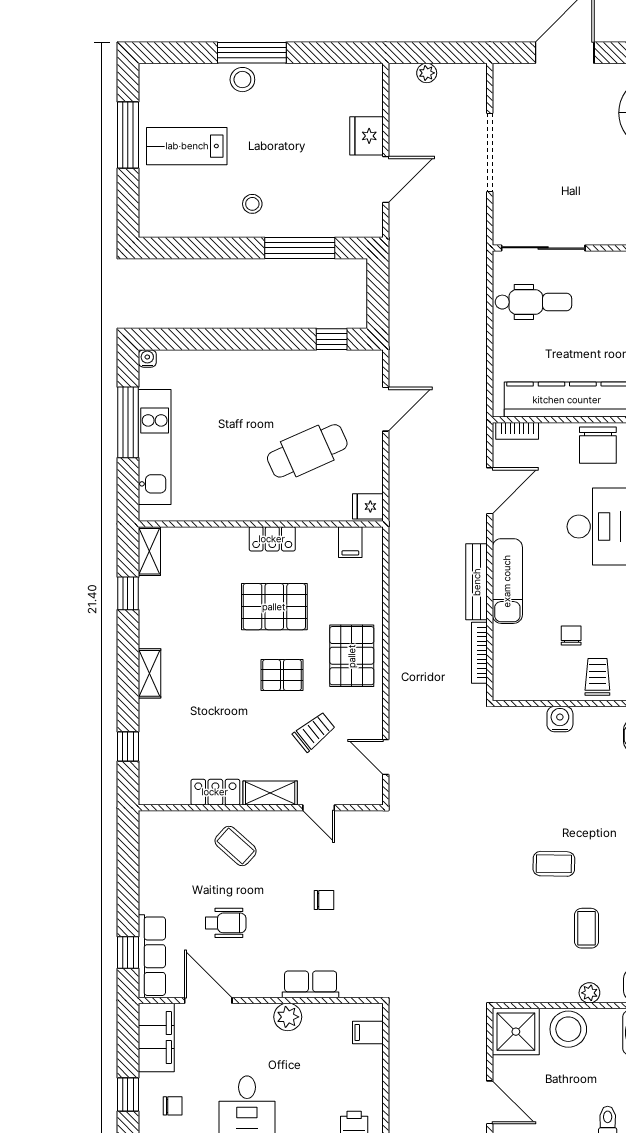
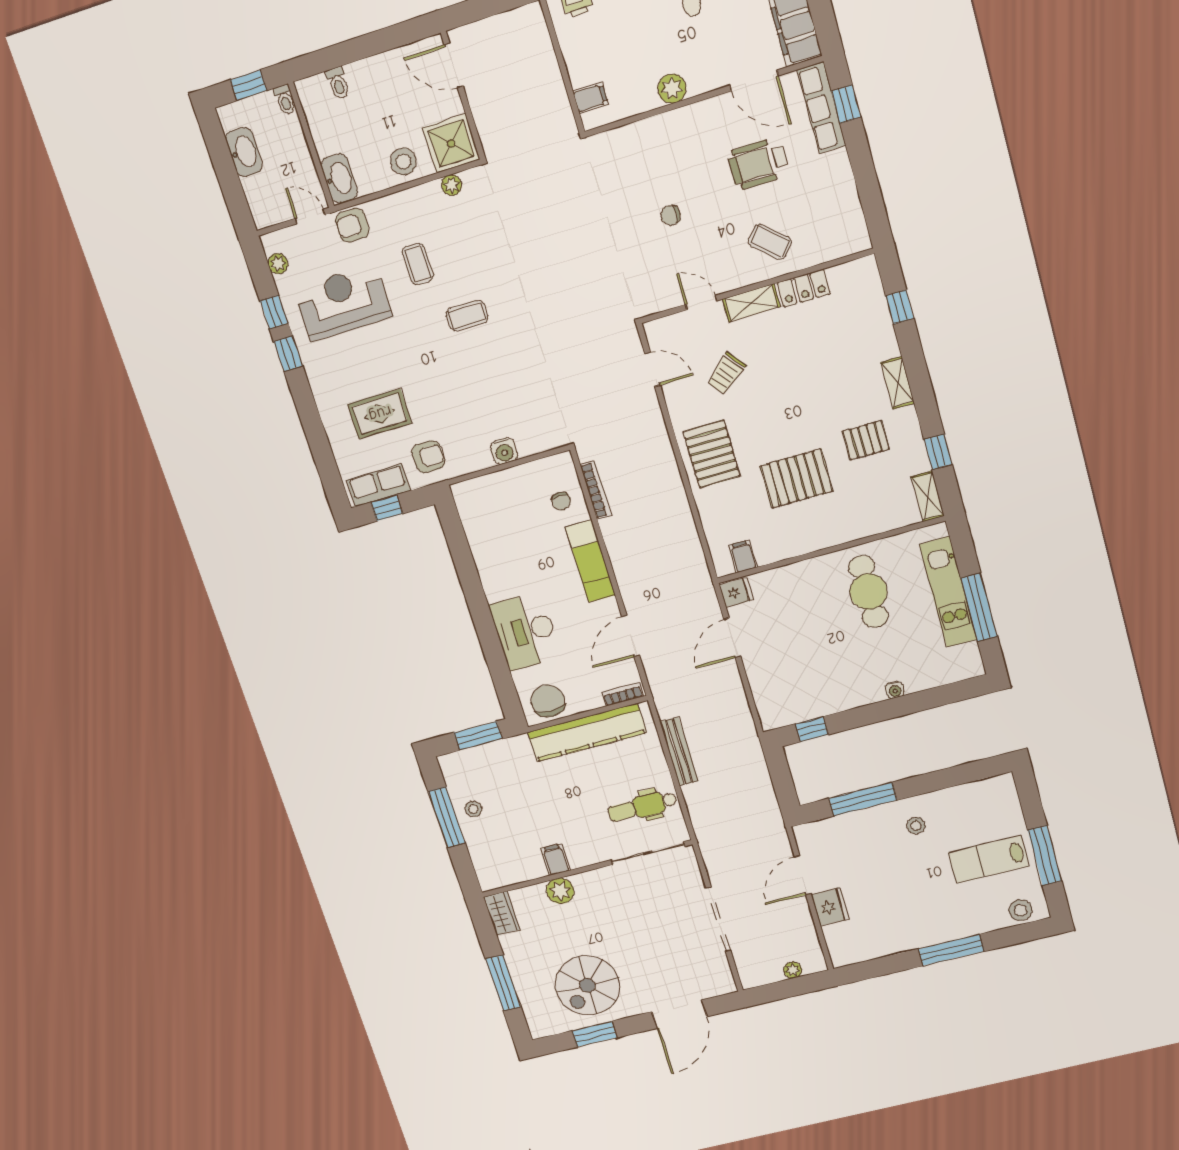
stool: (242, 80) -> (1020, 910), moved
lab bench: (187, 146) -> (989, 859), turned 180
water cooler: (147, 358) -> (895, 690), moved
door: (386, 409) -> (732, 638), moved
cafe table: (307, 451) -> (868, 592), moved, turned -66
locker: (272, 539) -> (816, 539), removed
bench: (477, 582) -> (679, 751), moved
chair: (571, 635) -> (561, 501), moved
pallet: (282, 675) -> (866, 440), moved
trolley: (597, 677) -> (483, 499), removed
wheelchair: (226, 923) -> (759, 163), width x1.36, depth x1.37
row of seats: (311, 984) -> (659, 128), removed
plant: (589, 993) -> (452, 185), moved
stool: (568, 1029) -> (403, 162), width x0.73, depth x0.73

